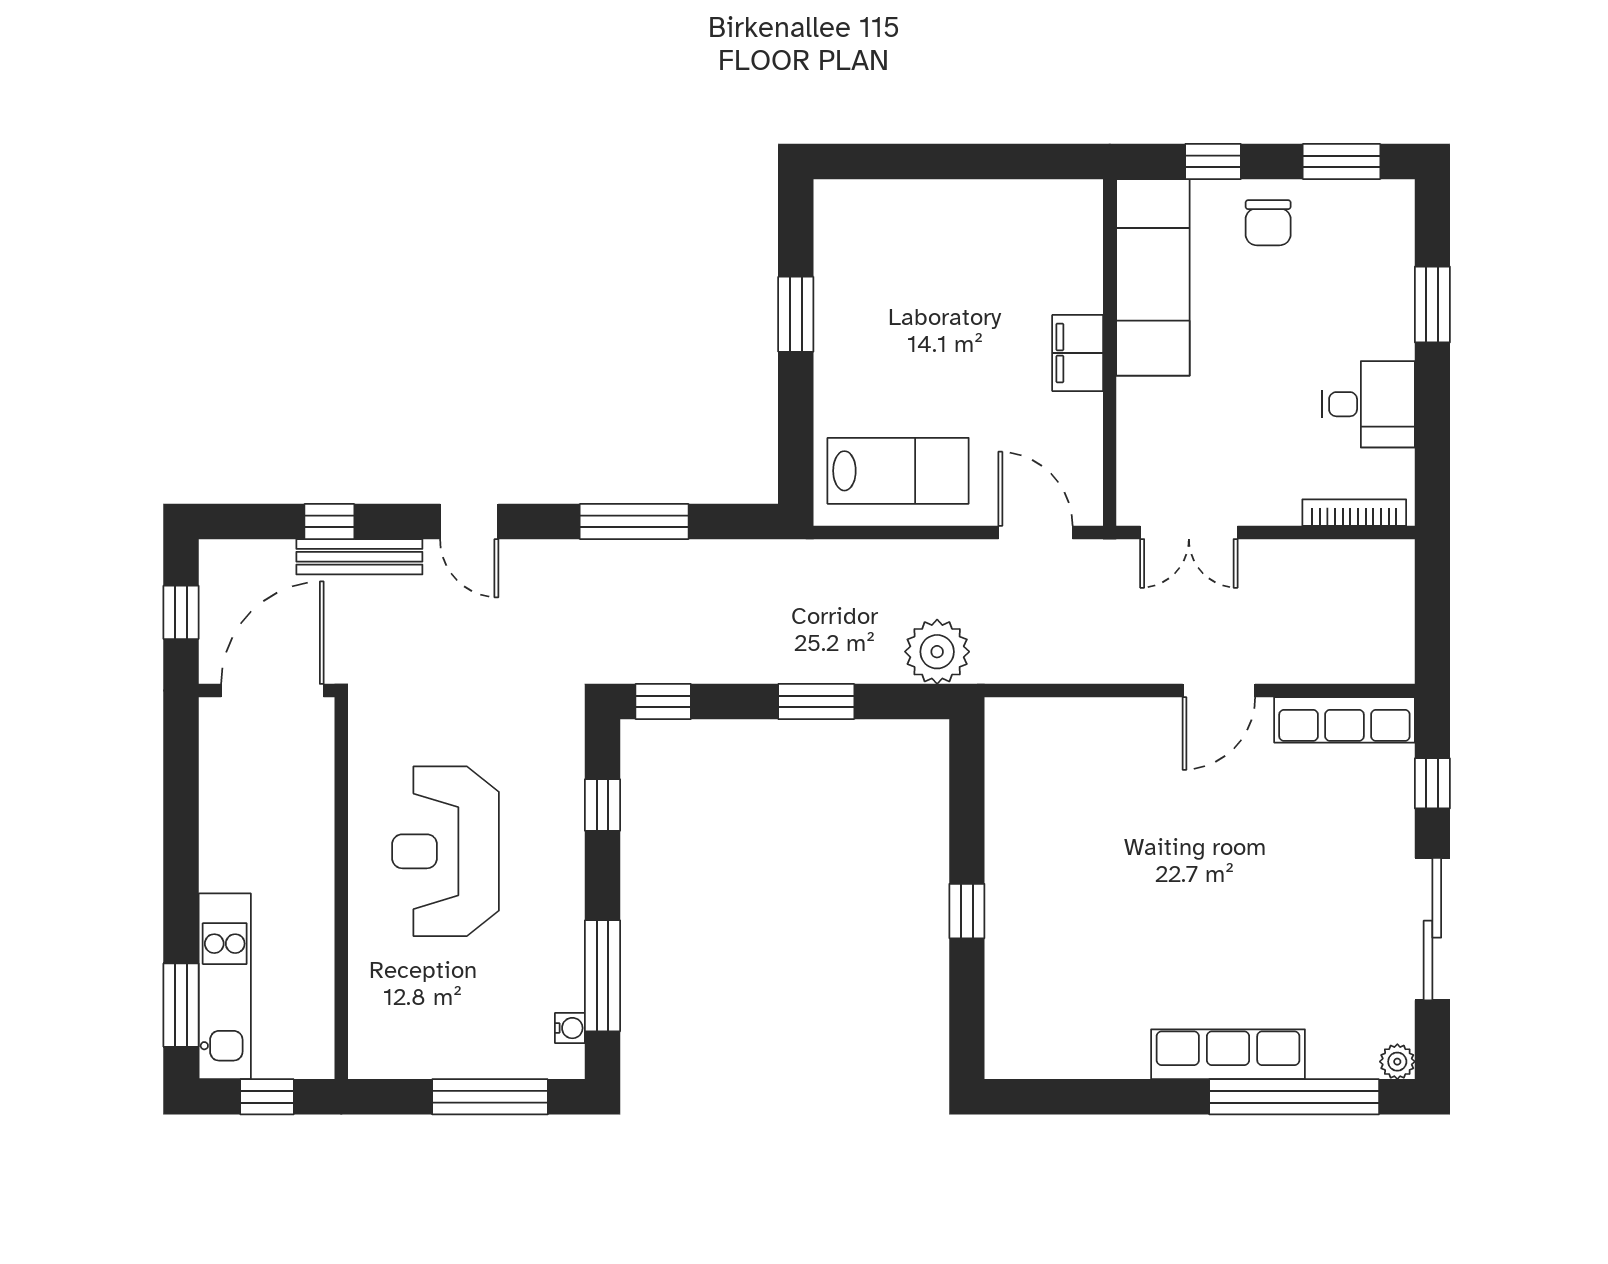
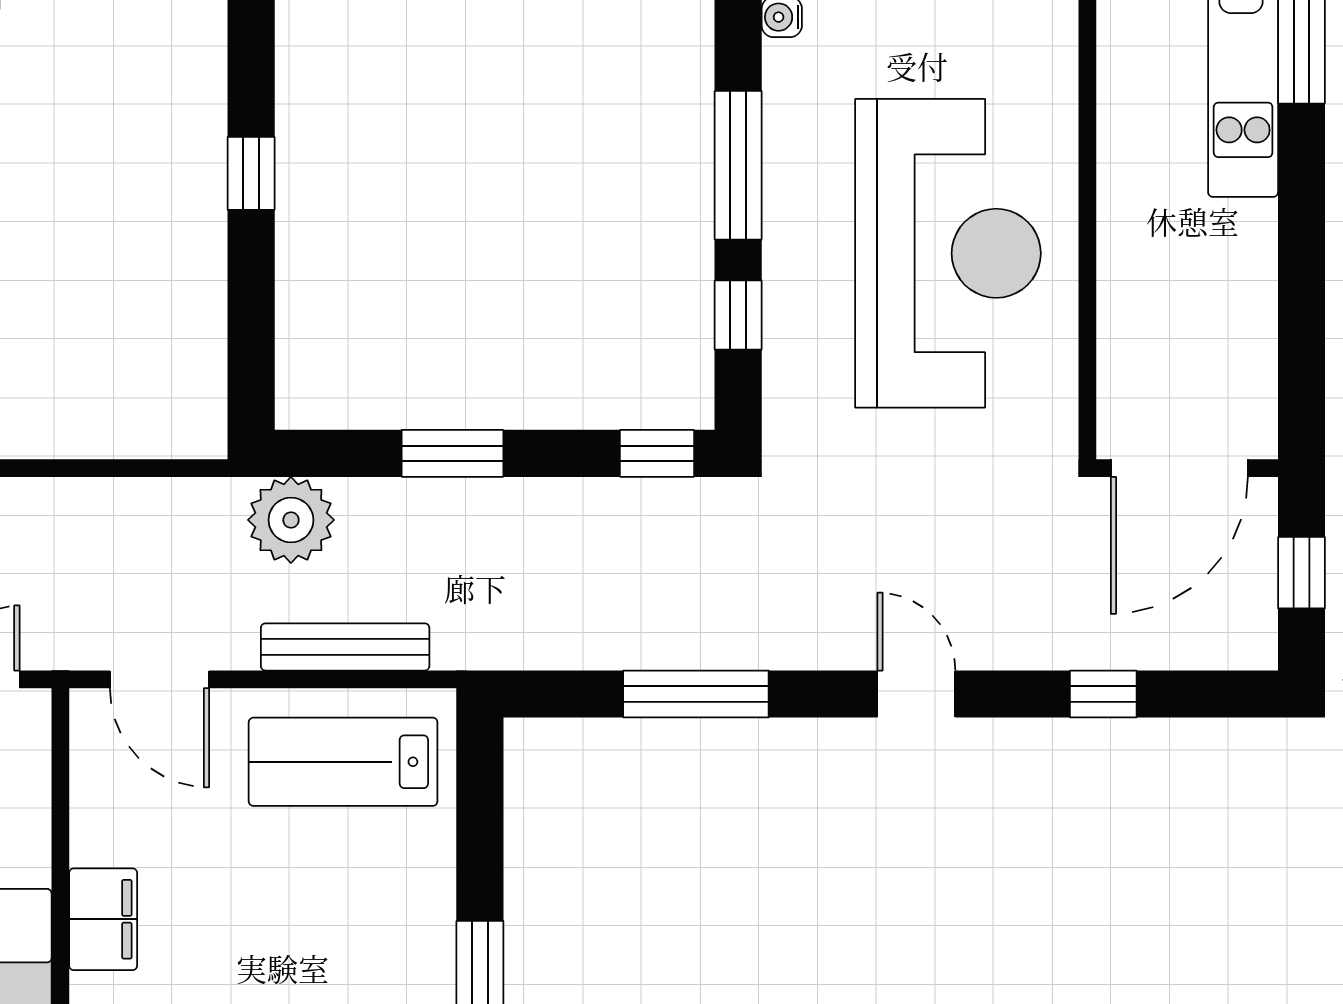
bench: (359, 557) -> (345, 647), moved
reception desk: (446, 851) -> (948, 253), width x1.36, depth x1.30
window: (603, 976) -> (738, 165), moved

